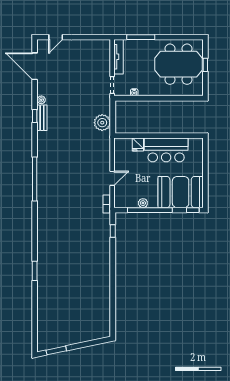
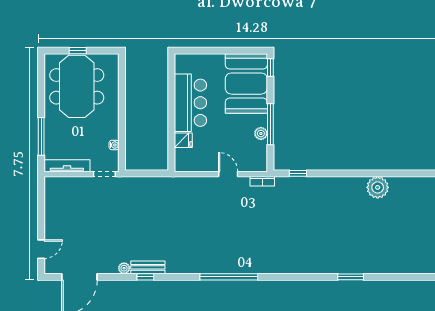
door: (56, 37) -> (41, 249), hinge flipped
plant: (102, 123) -> (378, 187), moved
window: (150, 210) -> (270, 124), width x0.68

